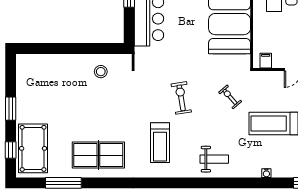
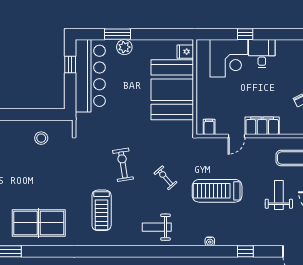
exercise bike: (230, 97) -> (166, 178), moved
weight bench: (214, 159) -> (157, 227), turned 180

